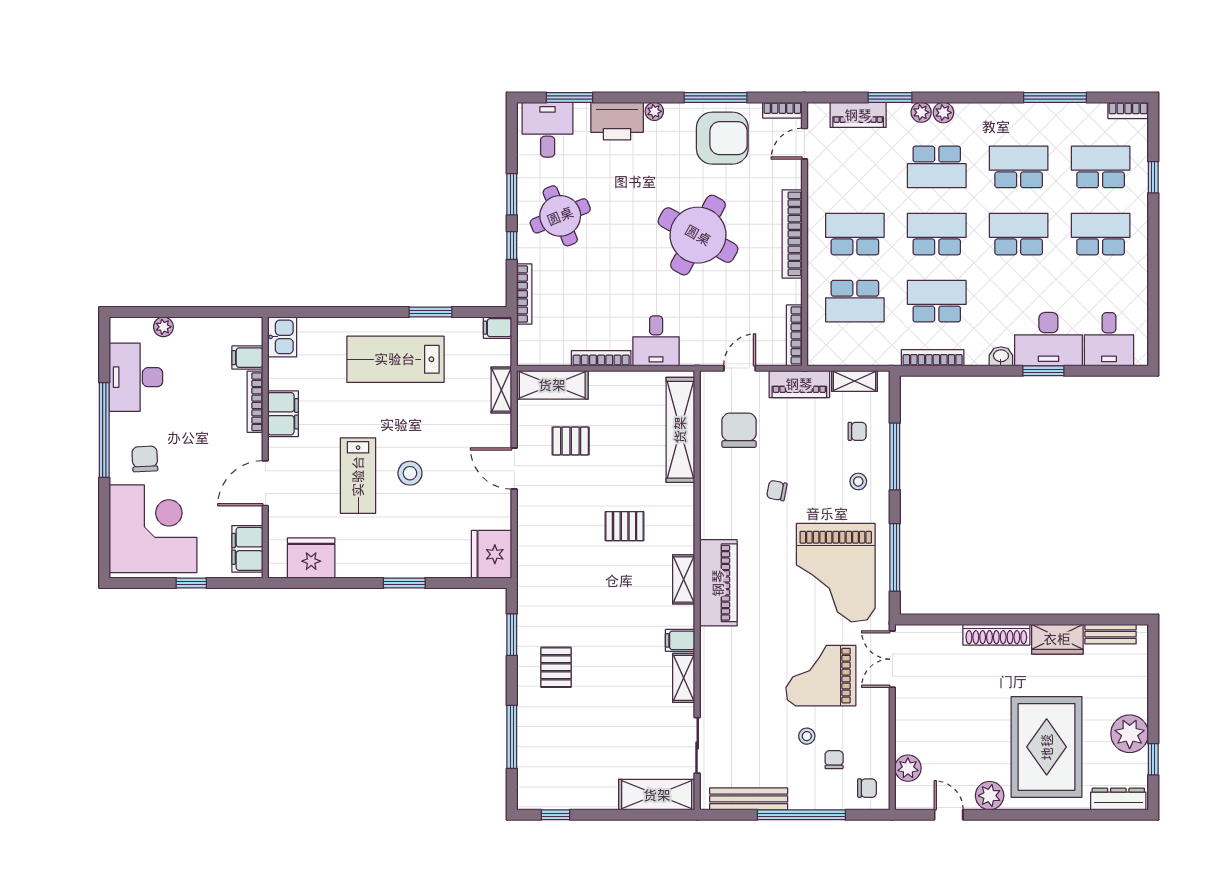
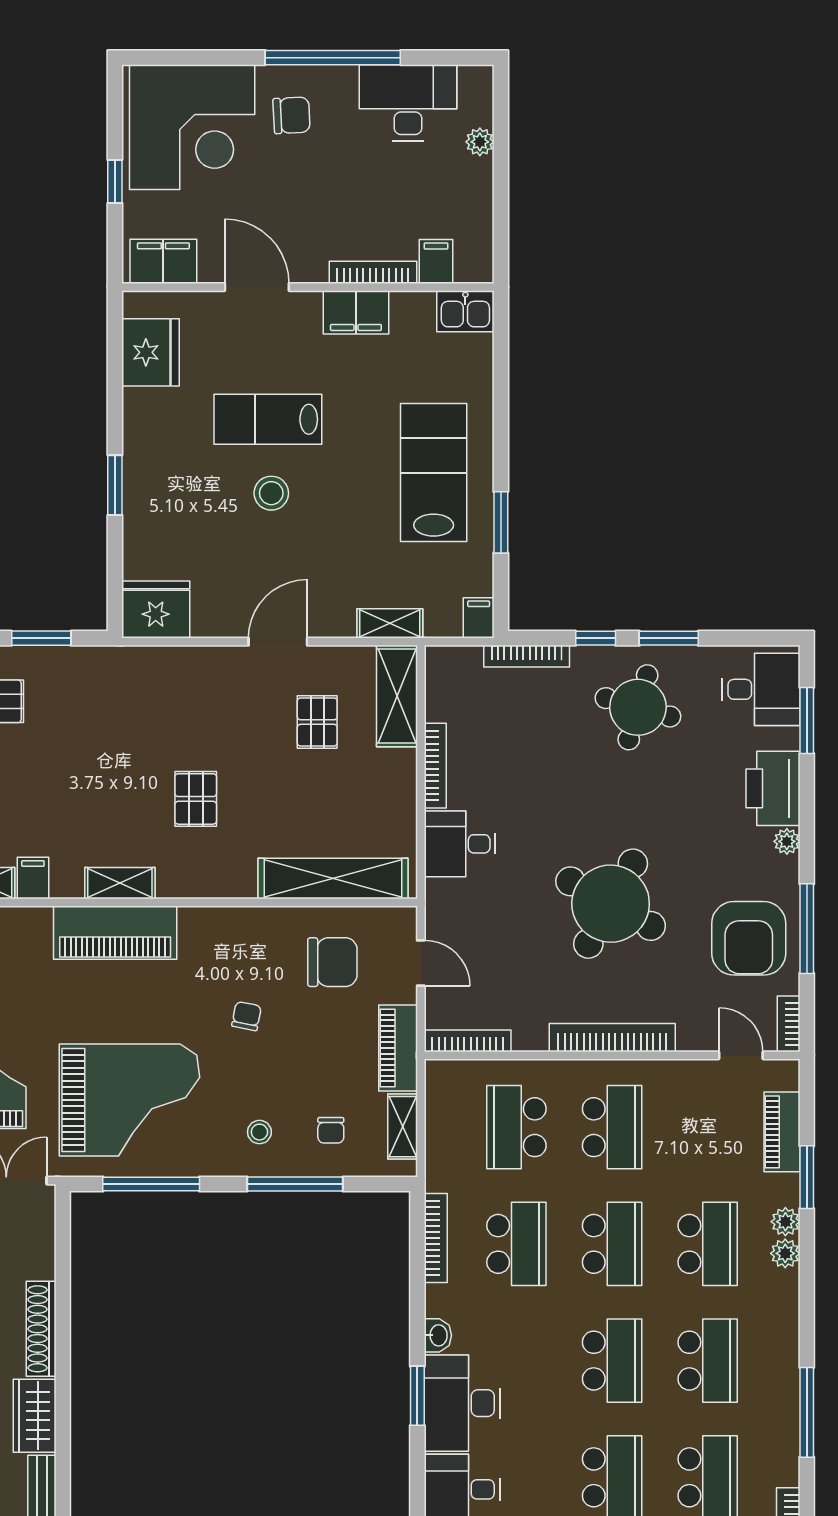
school desk: (937, 167) -> (708, 1244), turned 180
round table: (560, 216) -> (638, 707), turned 38
grand piano: (836, 573) -> (129, 1100), turned 180

